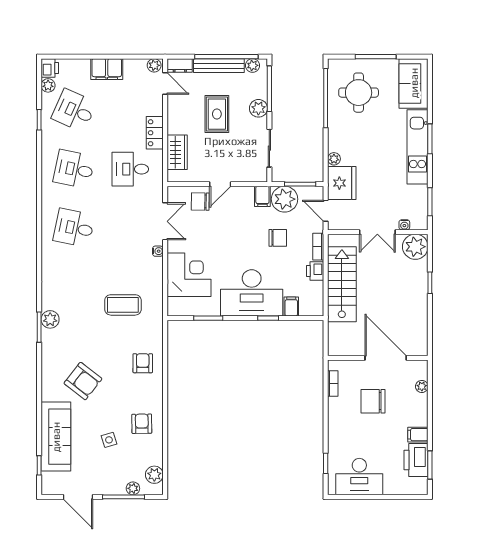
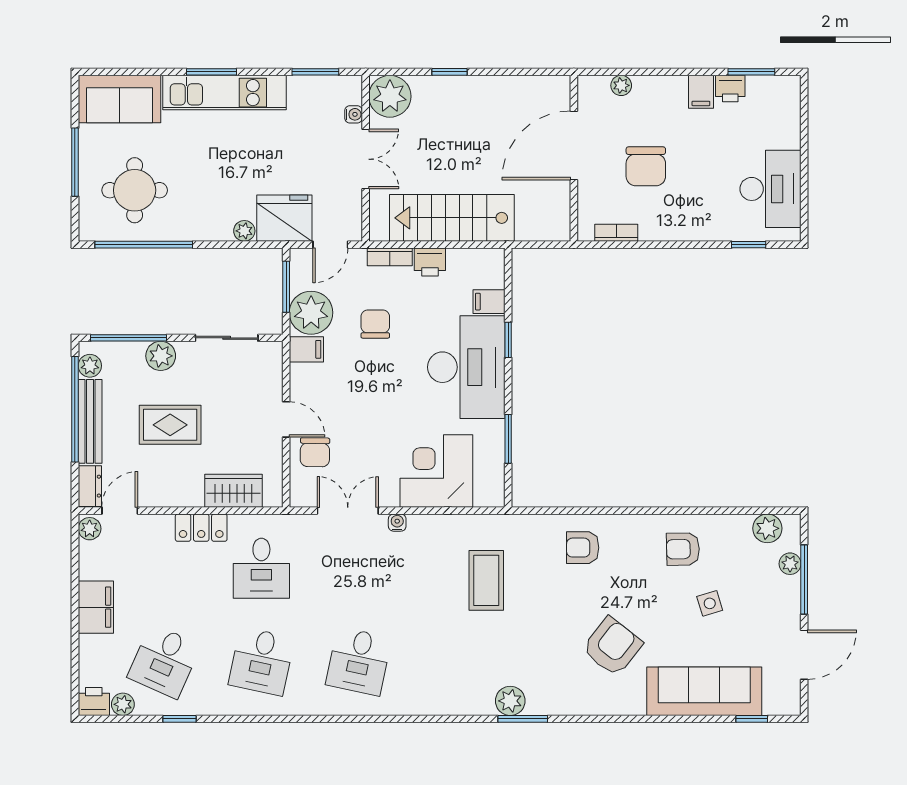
printer: (416, 460) -> (730, 89), width x0.53, depth x0.68

